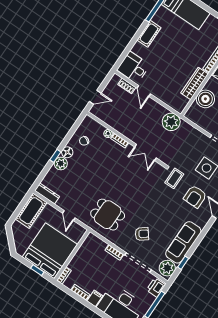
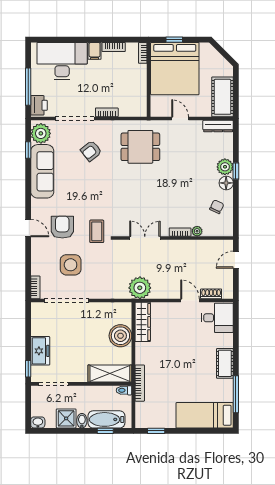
wardrobe: (194, 83) -> (143, 322), moved

